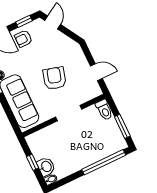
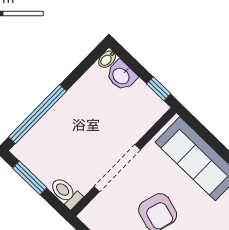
doorway: (69, 113) -> (117, 168), width x1.36
window: (33, 162) -> (159, 89), moved

